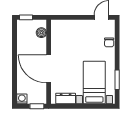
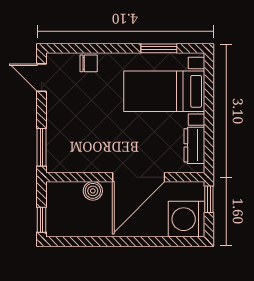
window: (65, 17) -> (42, 147), added
boiler: (41, 33) -> (93, 191), moved
washing machine: (22, 99) -> (187, 219), width x1.89, depth x1.89

